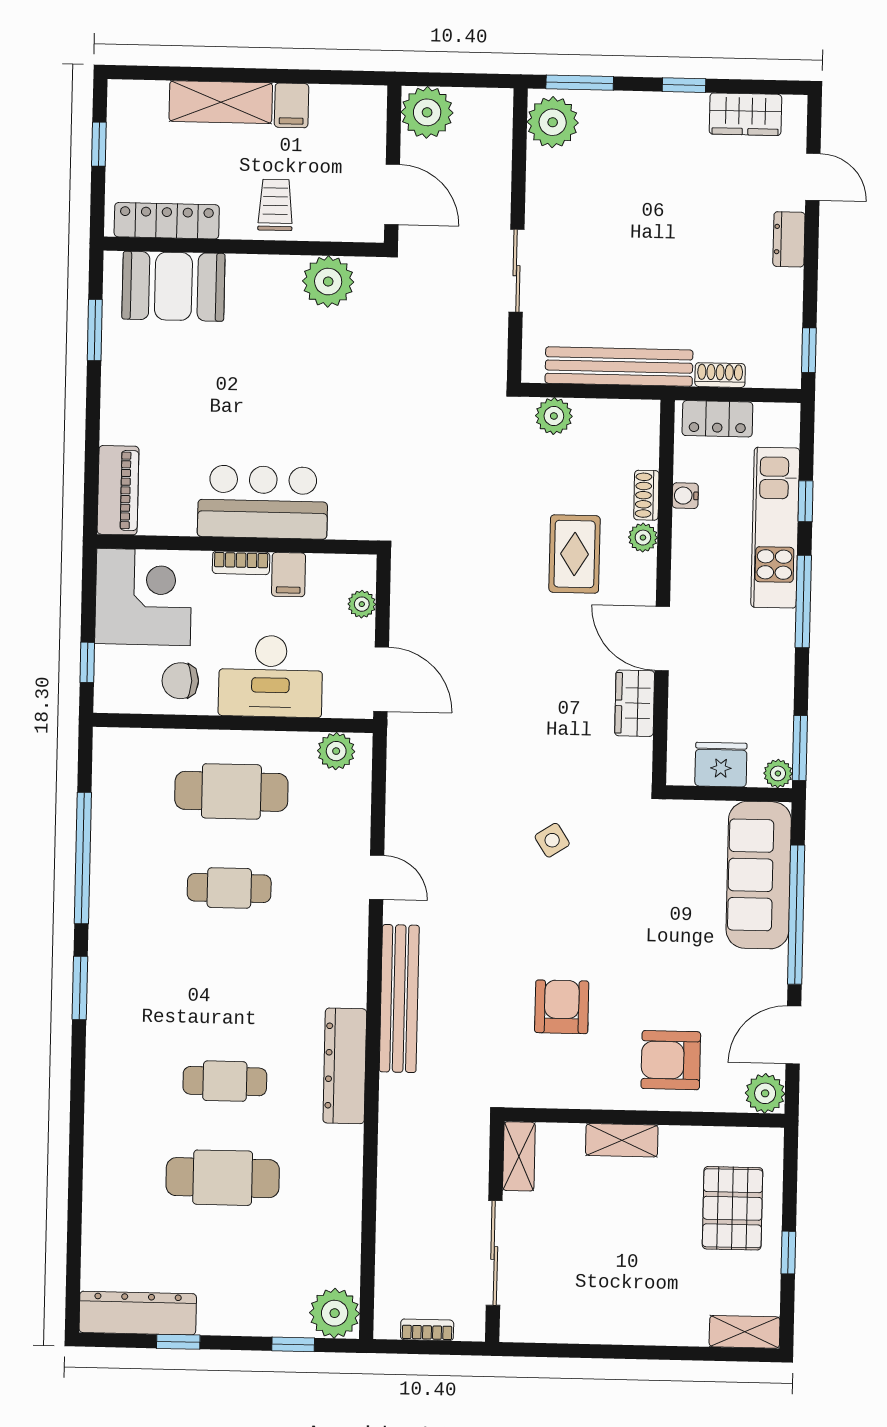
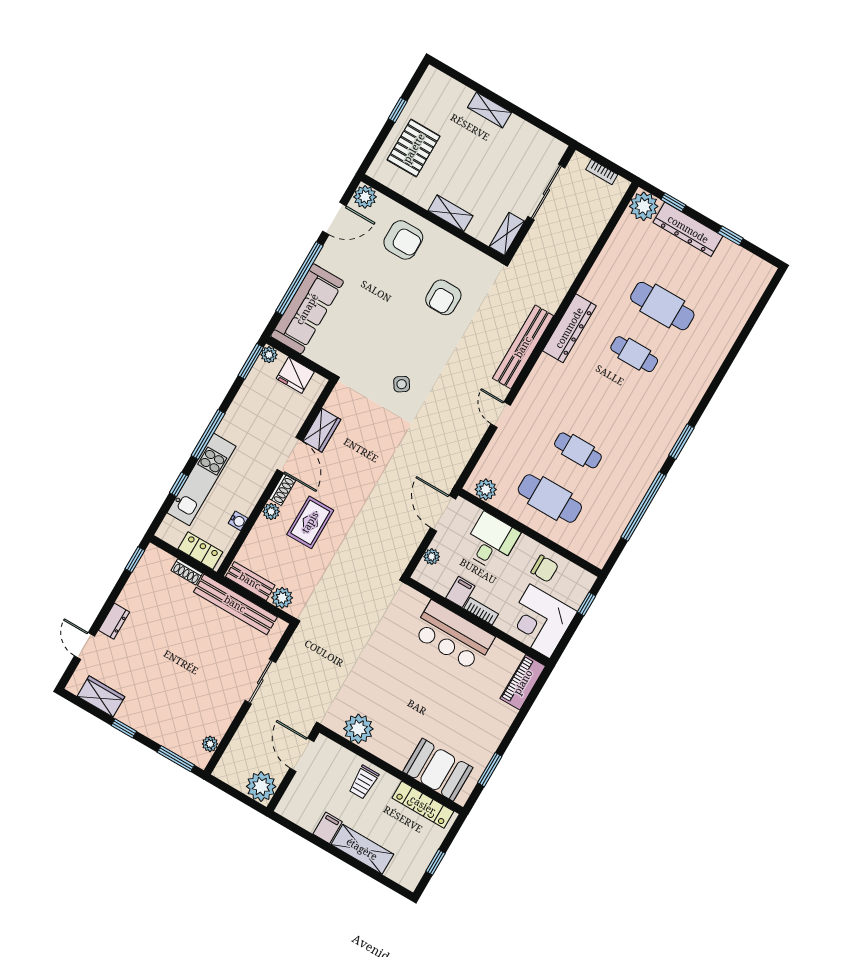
plant: (553, 122) -> (210, 744), width x0.53, depth x0.53
bench: (616, 414) -> (250, 581), added
shoe rack: (646, 495) -> (282, 490), moved
desk: (271, 676) -> (491, 542), width x0.73
dresser: (138, 1313) -> (688, 229), moved
shelving: (745, 1332) -> (489, 110), moved

